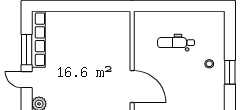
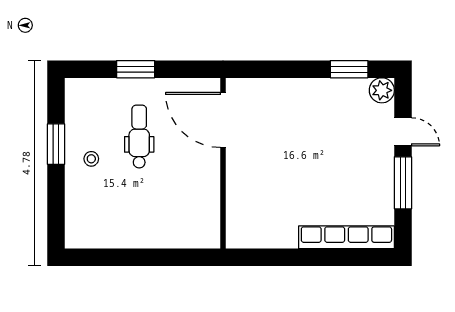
row of seats: (38, 39) -> (346, 237), moved, turned 90
dental chair: (176, 43) -> (139, 137), moved, turned -90

